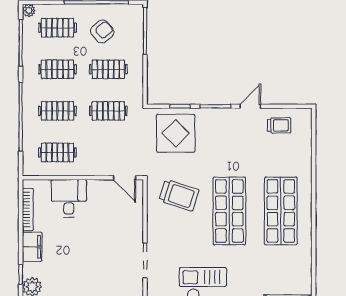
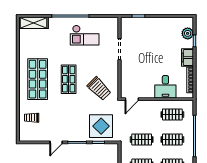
trolley: (279, 125) -> (32, 118), moved
door: (125, 178) -> (132, 99), swing flipped
trolley: (179, 195) -> (99, 89), turned -153
shop shelf: (229, 211) -> (69, 79), width x0.70, depth x0.74

